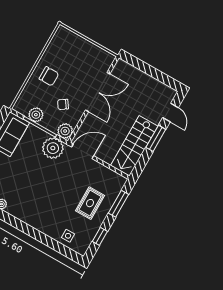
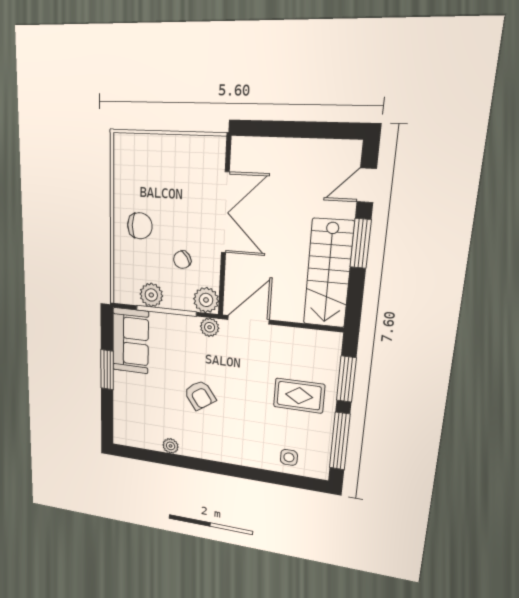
door: (170, 113) -> (367, 185), swing flipped
plant: (53, 148) -> (210, 327), width x0.53, depth x0.53
armchair: (35, 181) -> (200, 395), added
rug: (90, 203) -> (299, 396), turned 90
window: (100, 236) -> (340, 441), width x2.17

